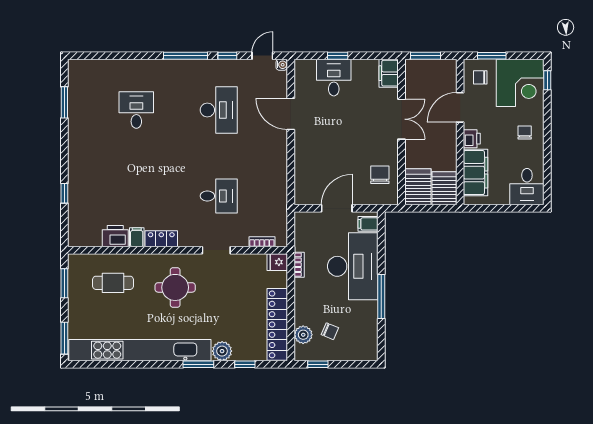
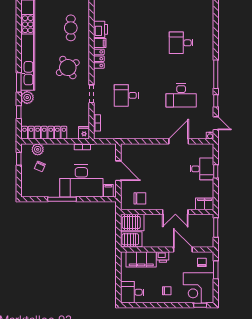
desk: (136, 110) -> (181, 43), turned 180
desk: (219, 196) -> (126, 95), turned 90
round table: (175, 287) -> (68, 68), turned -31

